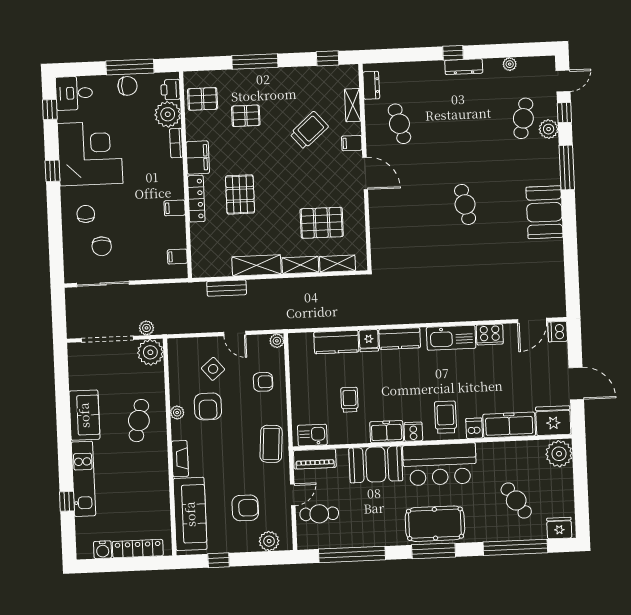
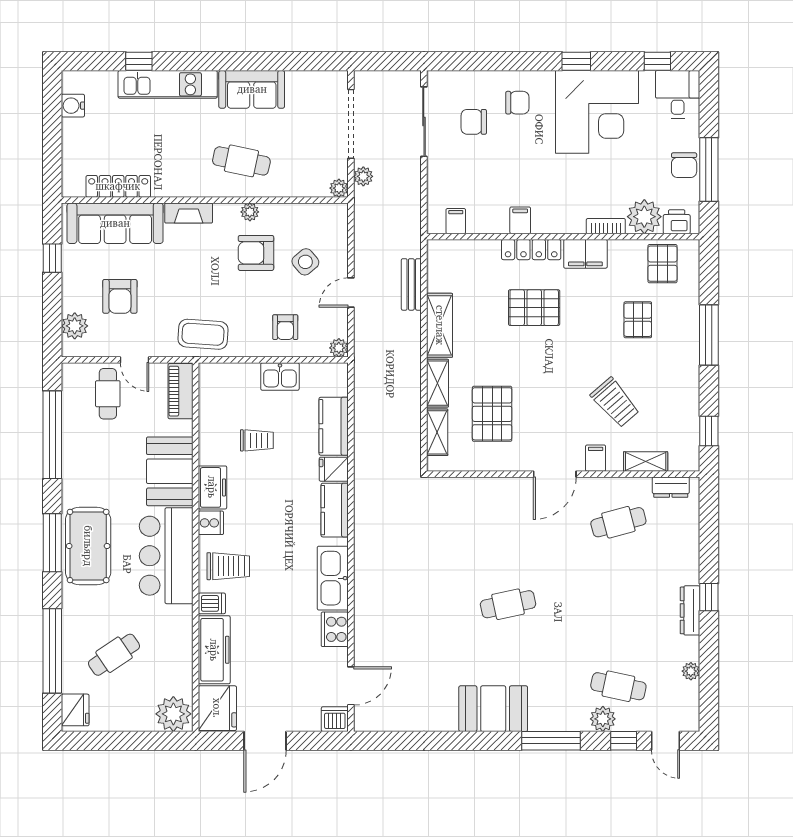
door: (532, 320) -> (351, 686), swing flipped
plant: (150, 352) -> (339, 188), width x0.53, depth x0.53
kitchen sink: (312, 435) -> (280, 377), moved, turned 90
locker: (138, 549) -> (118, 186), moved, turned -90

